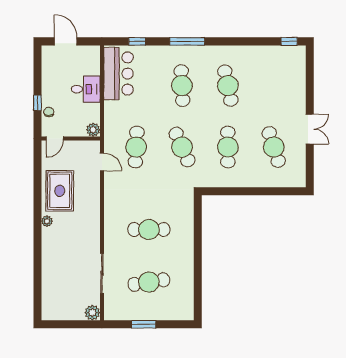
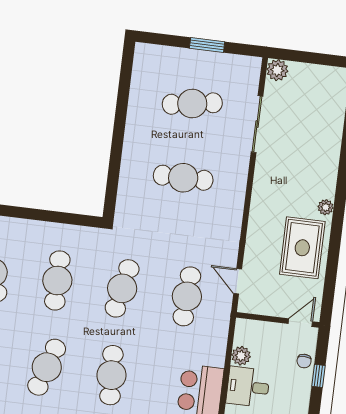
cafe table: (228, 86) -> (47, 367), turned 30
plant: (93, 130) -> (241, 356), moved
cafe table: (182, 147) -> (122, 288), turned 36

